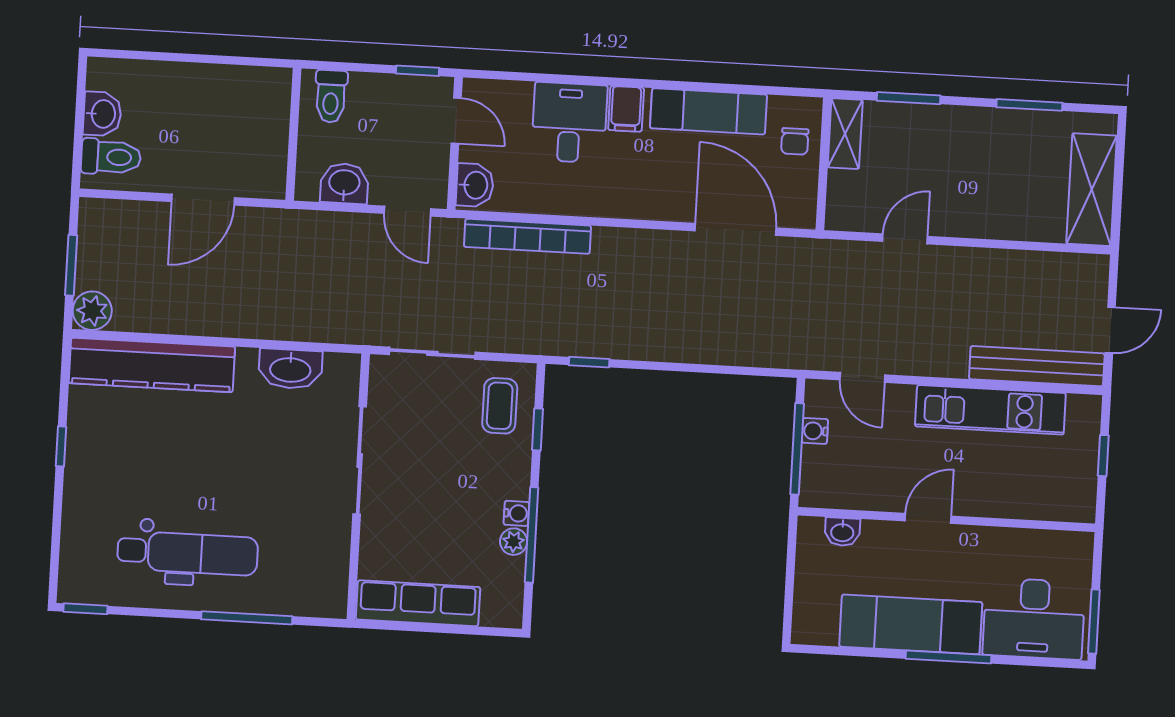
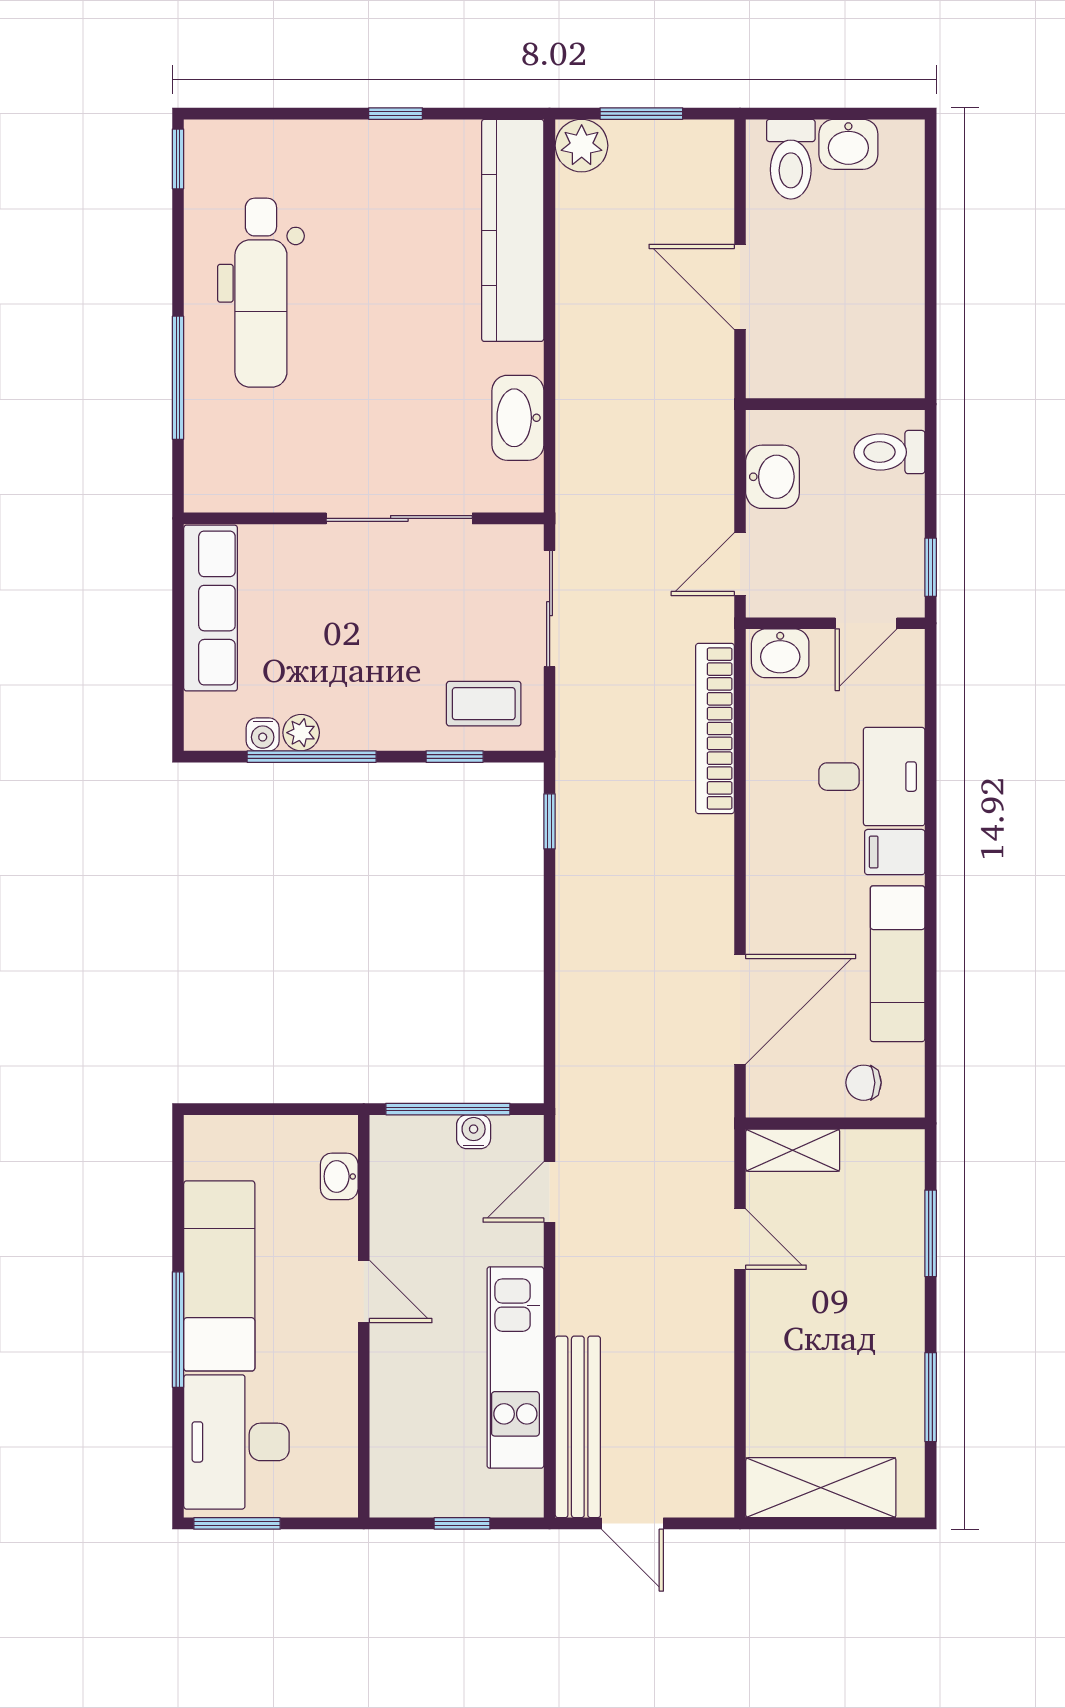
shelving: (845, 134) -> (793, 1150), moved
water cooler: (516, 513) -> (263, 734), moved

